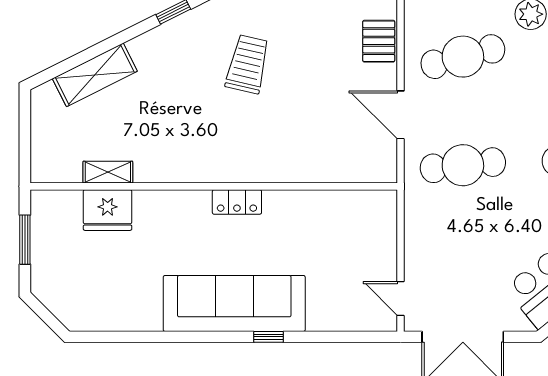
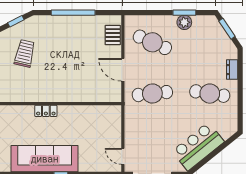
cafe table: (463, 57) -> (152, 42), turned 39
trolley: (248, 64) -> (25, 53), moved

